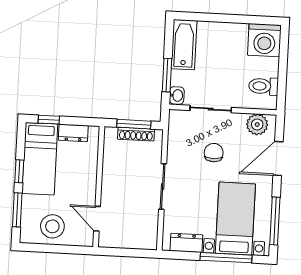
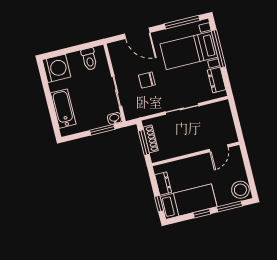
bathtub: (184, 45) -> (63, 109), moved, turned 90
plant: (257, 124) -> (118, 55), removed
stool: (52, 226) -> (240, 190), moved

